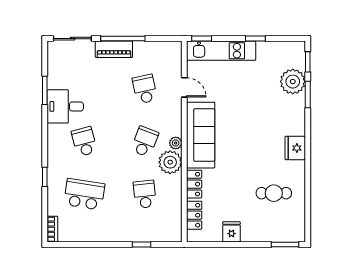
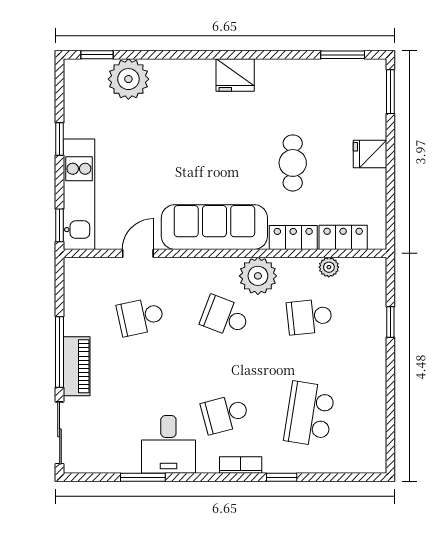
window: (308, 94) -> (343, 55), moved
plant: (176, 143) -> (329, 267), moved
cafe table: (274, 193) -> (293, 163), moved
bookcase: (52, 229) -> (241, 465), moved
fridge: (231, 232) -> (370, 154), moved

